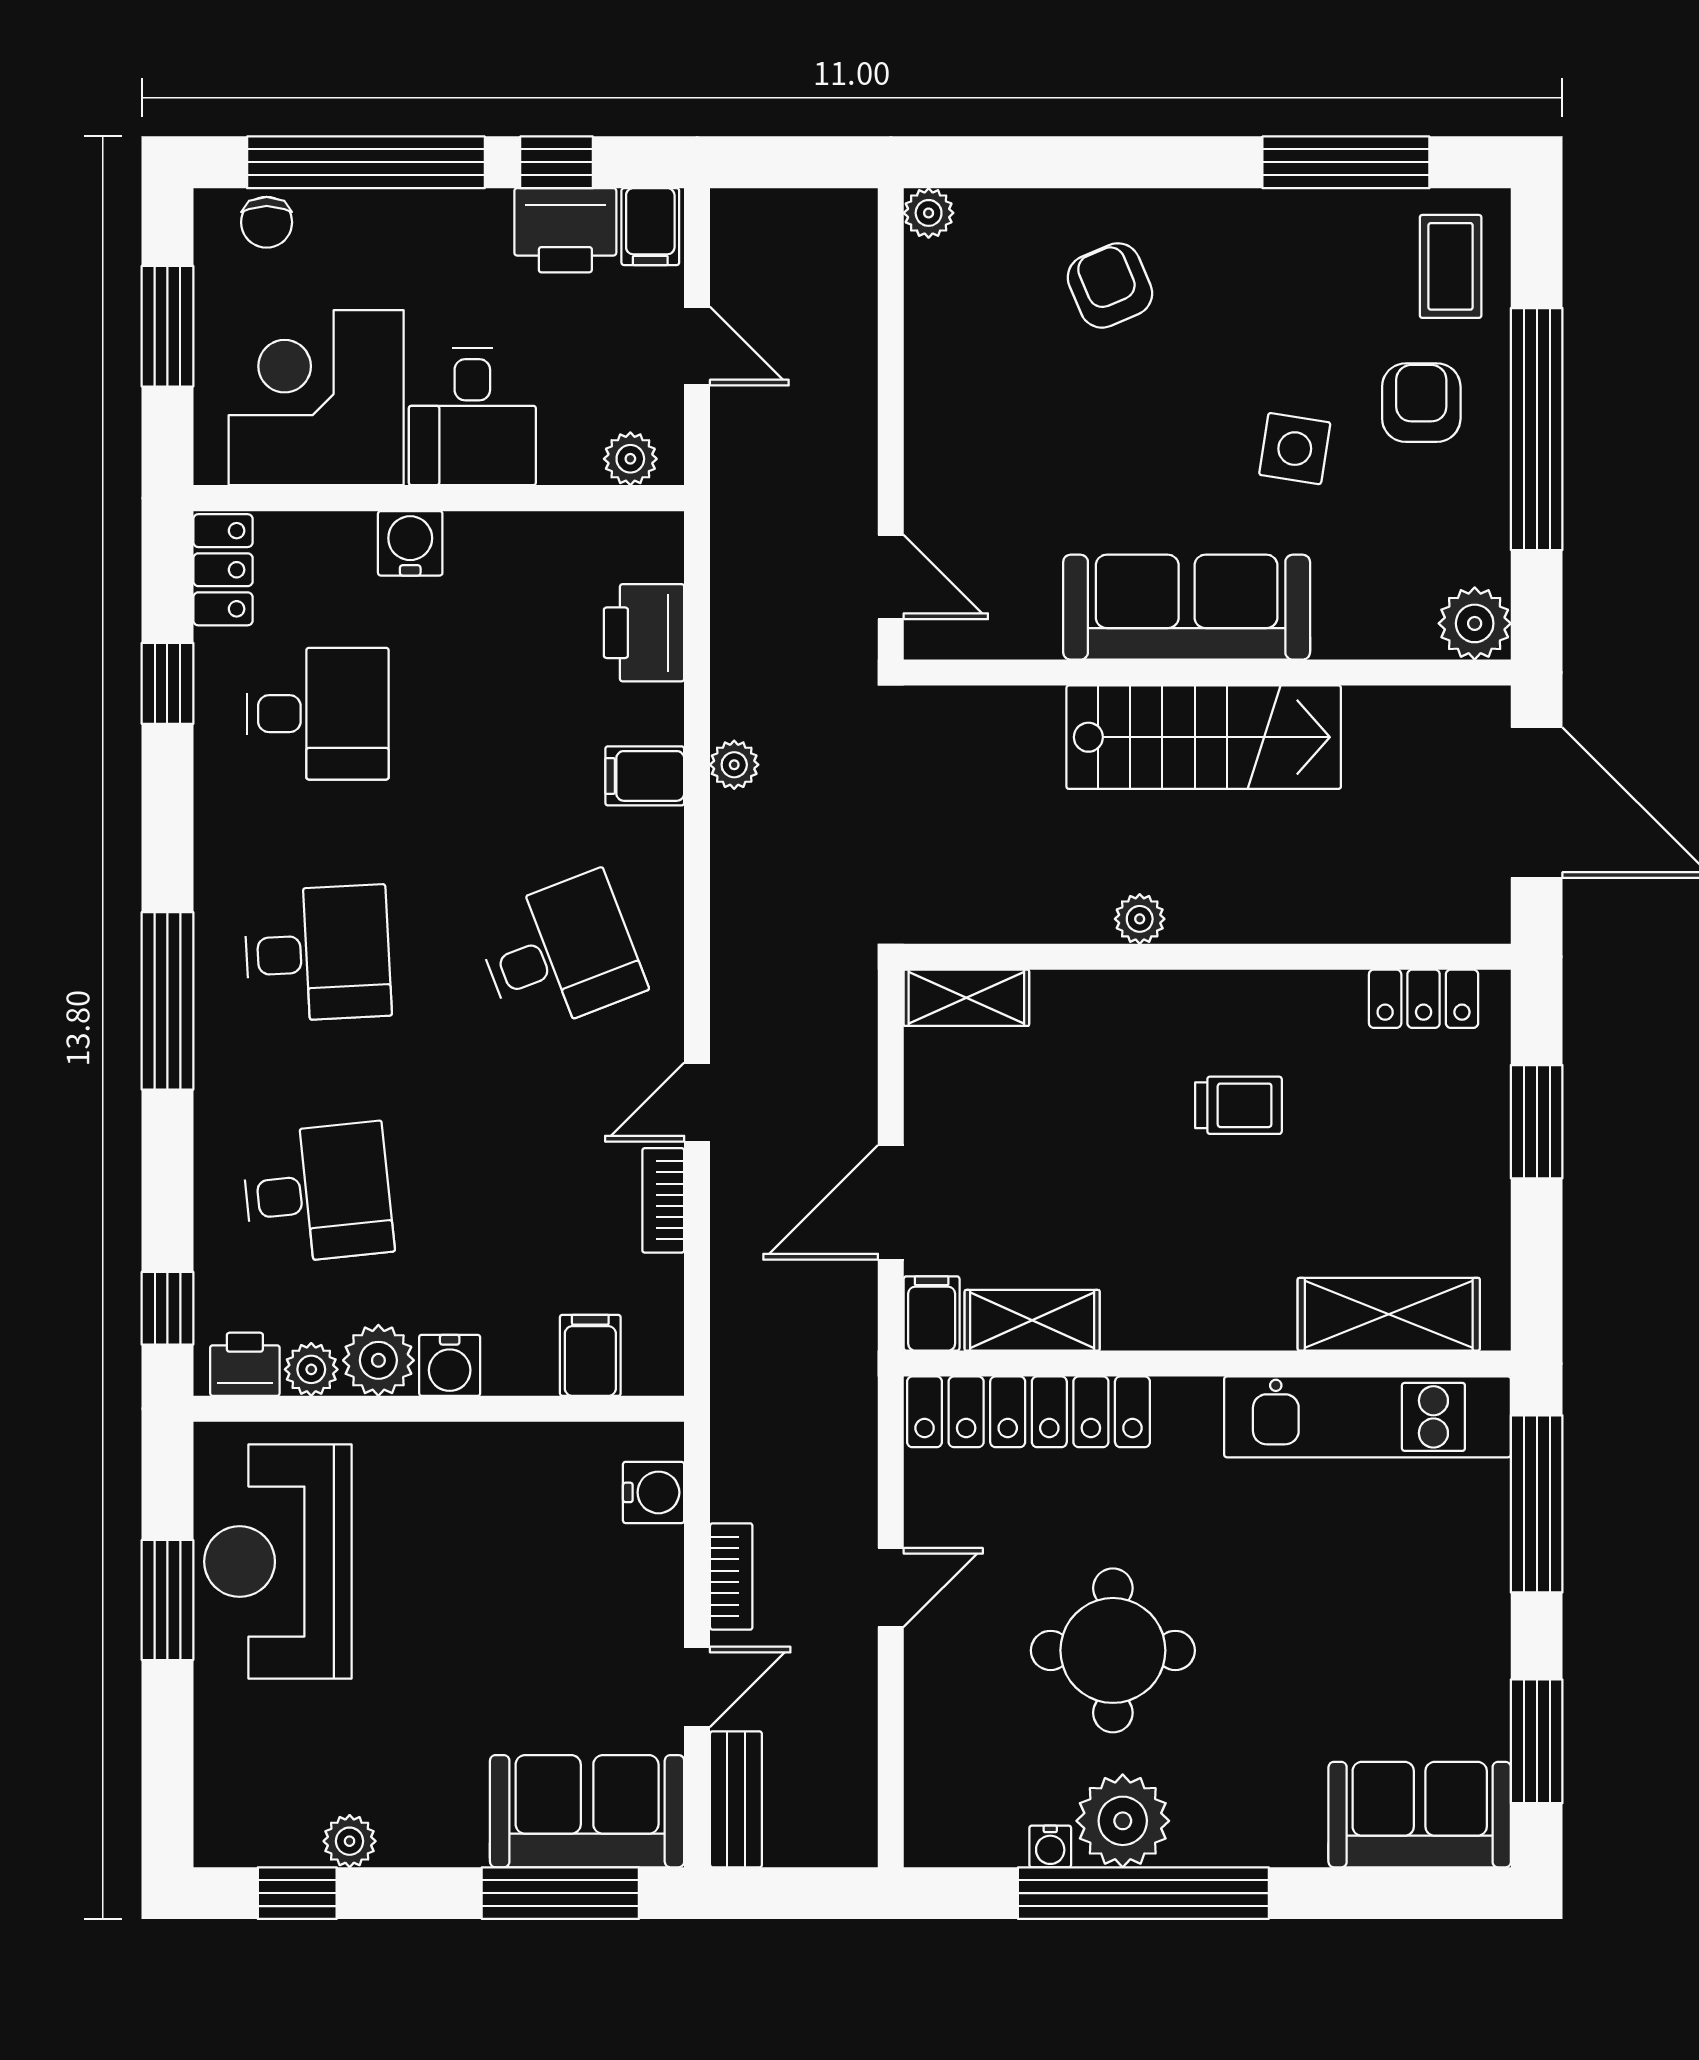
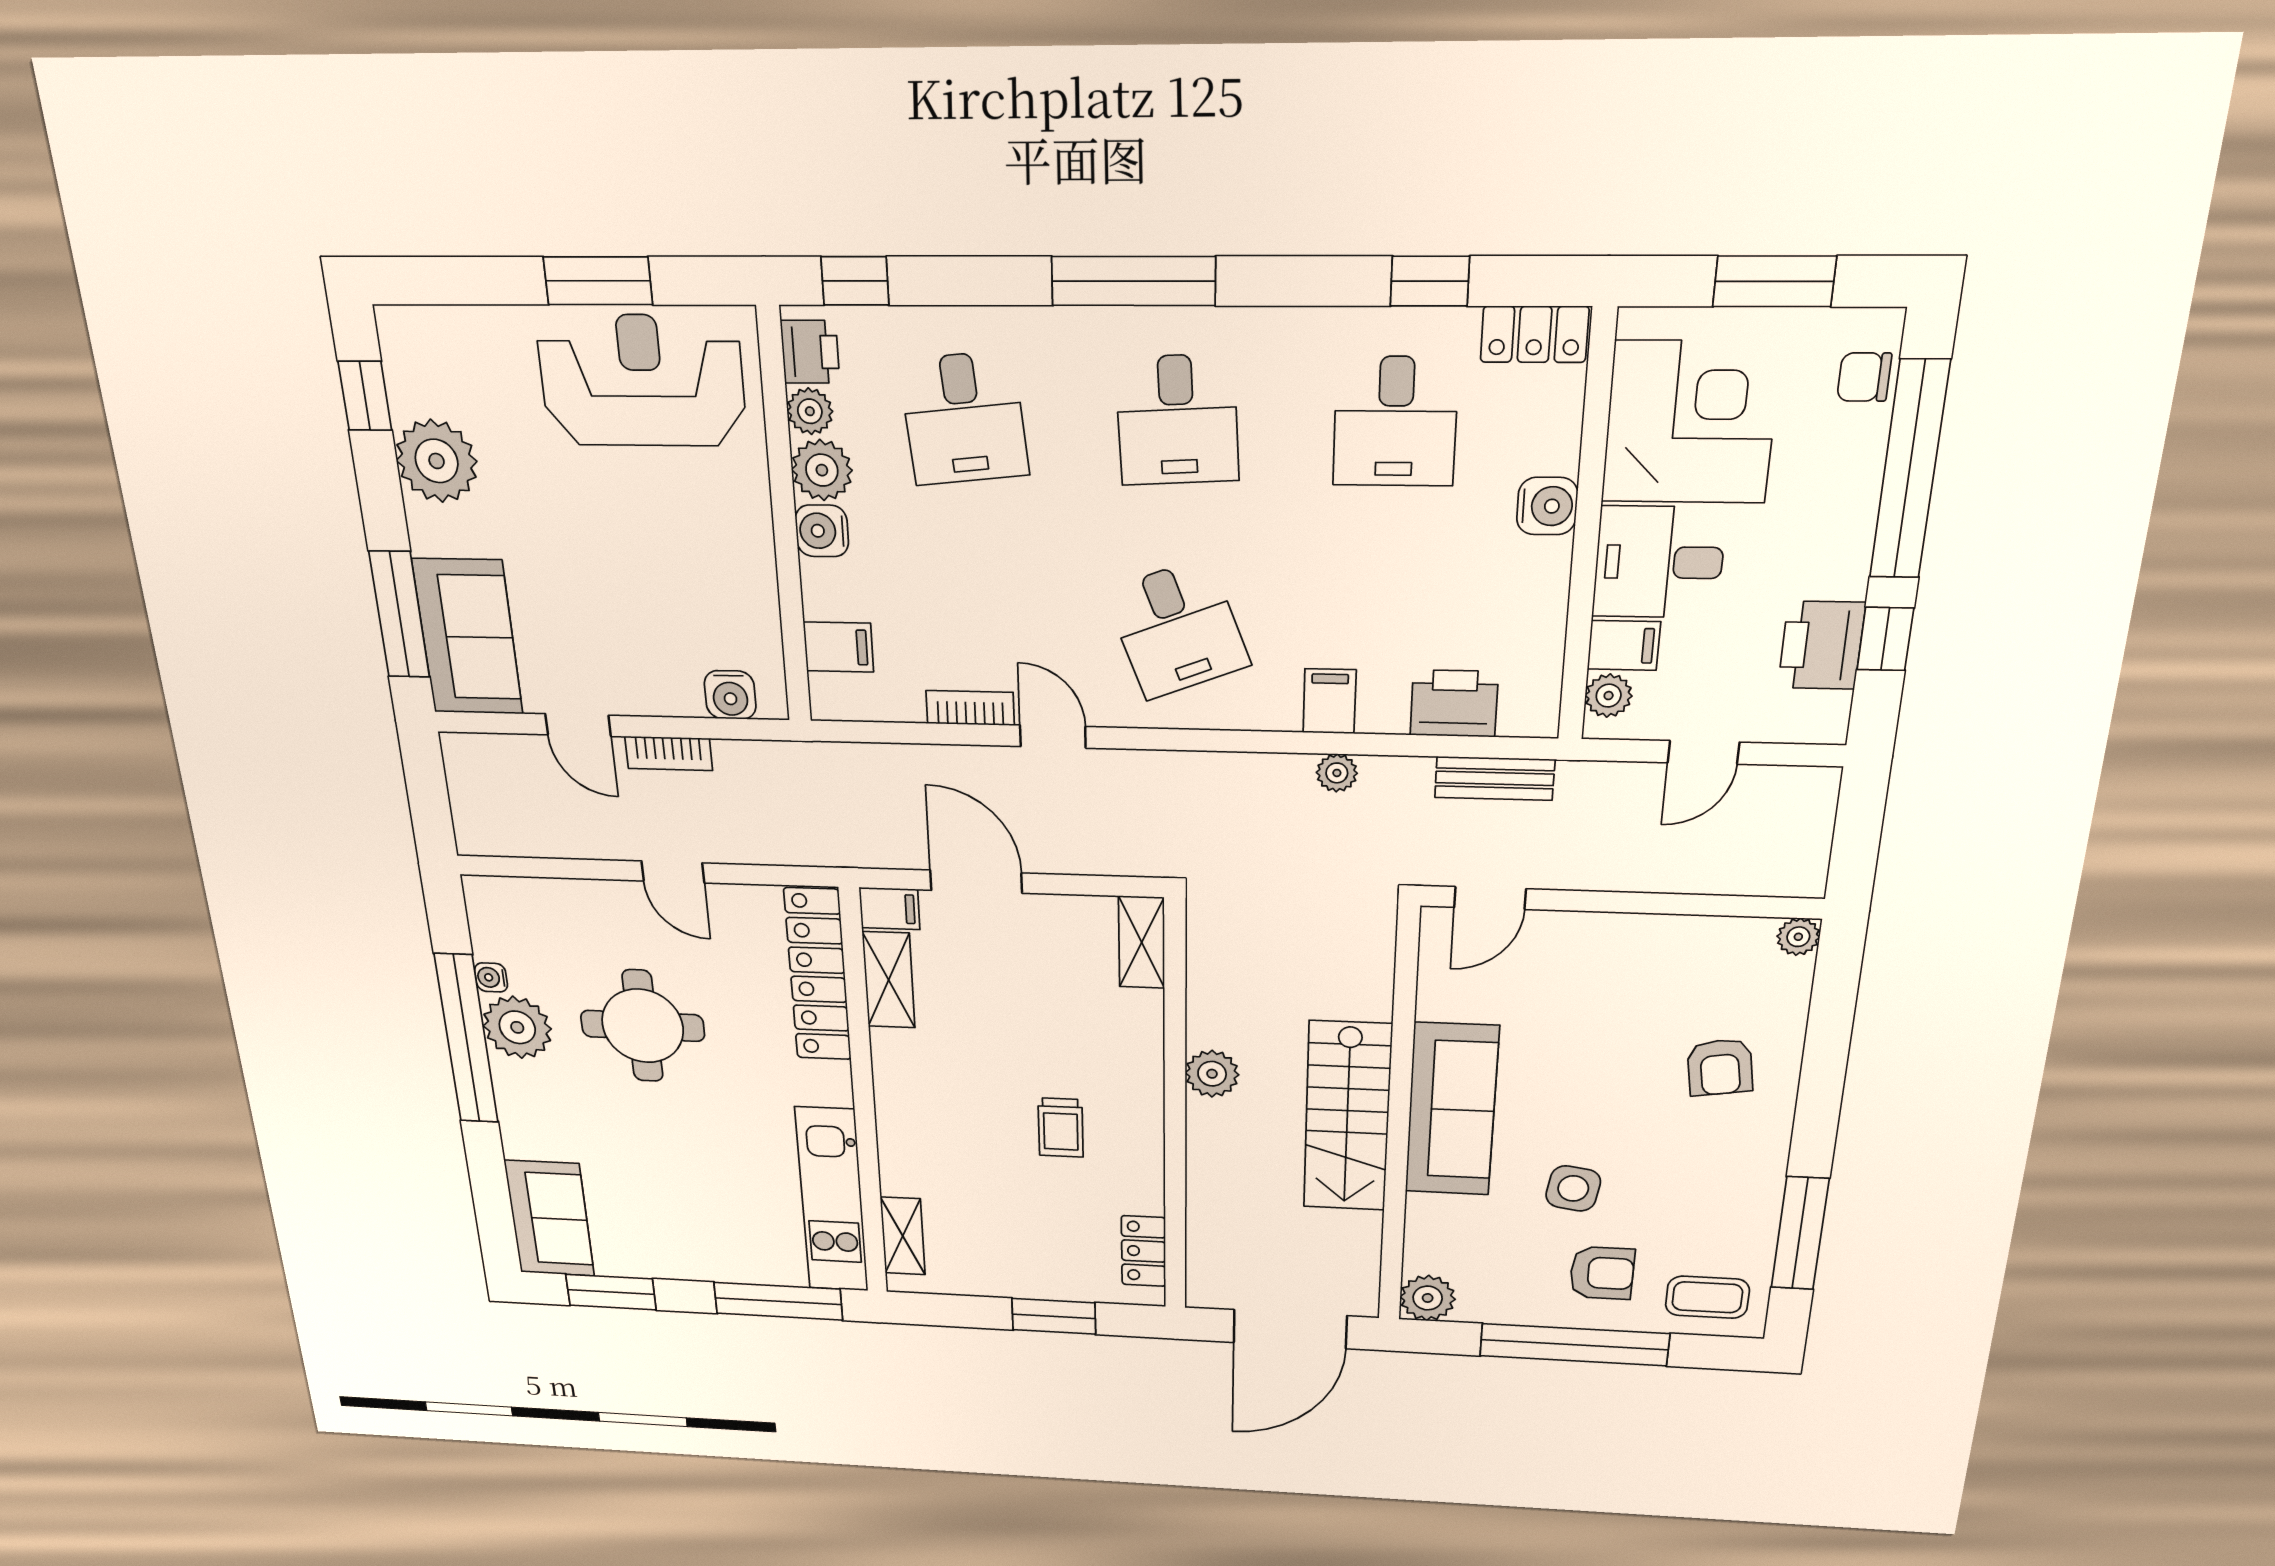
filing cabinet: (650, 227) -> (1624, 645), moved, turned 180
armchair: (1110, 285) -> (1720, 1067), turned 104
plant: (1140, 919) -> (1212, 1074), width x1.38, depth x1.38
shelving: (1389, 1314) -> (903, 1236), width x0.67, depth x0.75
bench: (736, 1799) -> (1495, 778), moved
plant: (350, 1841) -> (437, 461), width x1.87, depth x1.87

